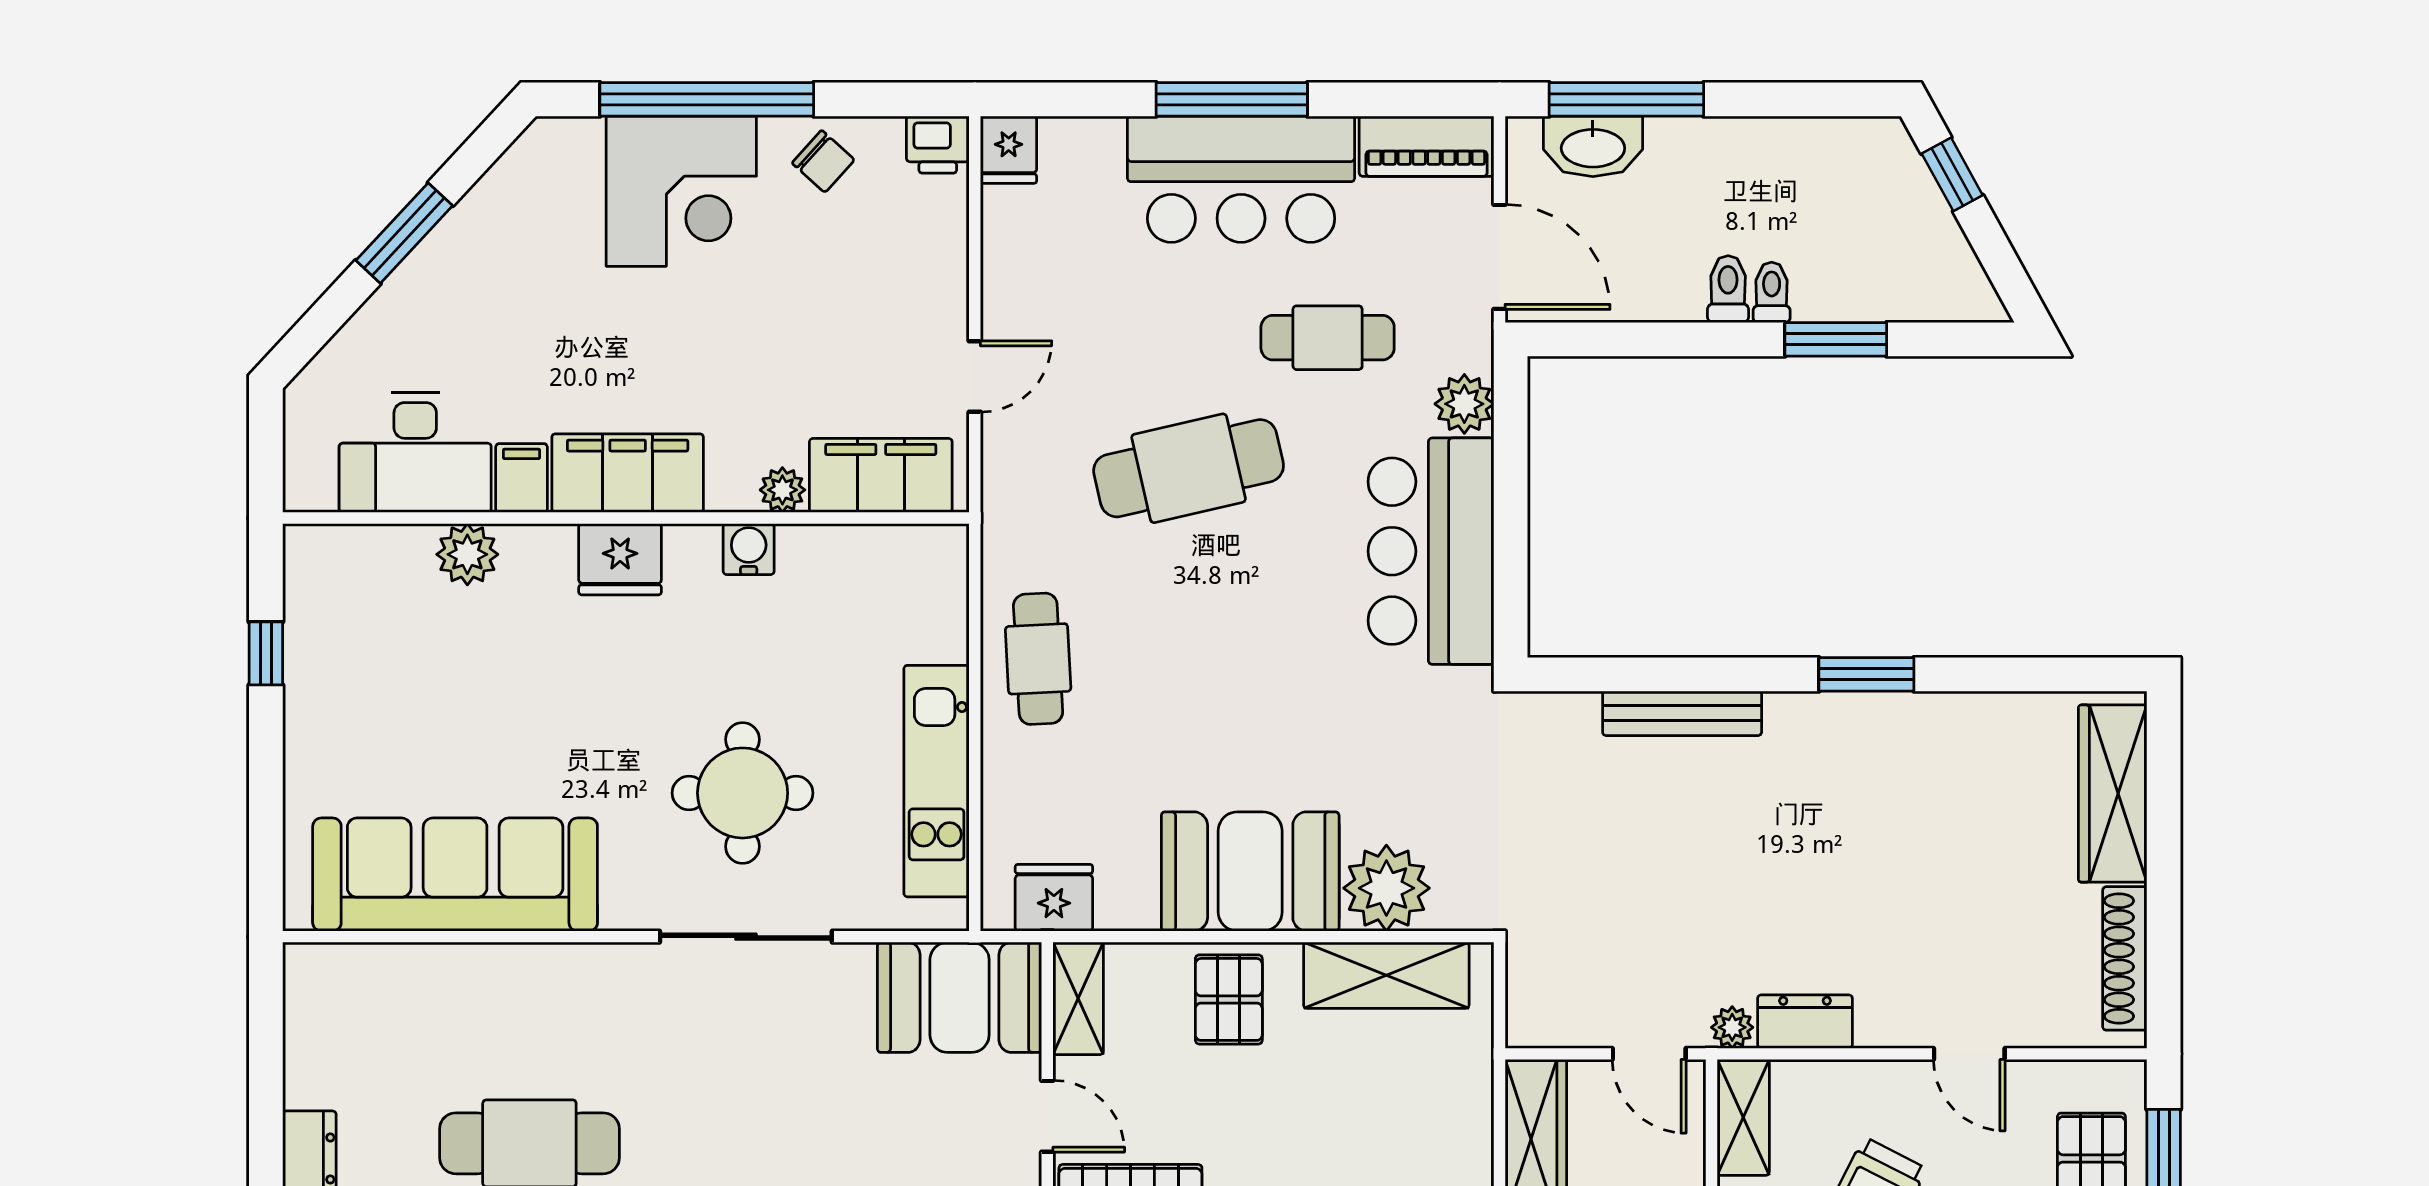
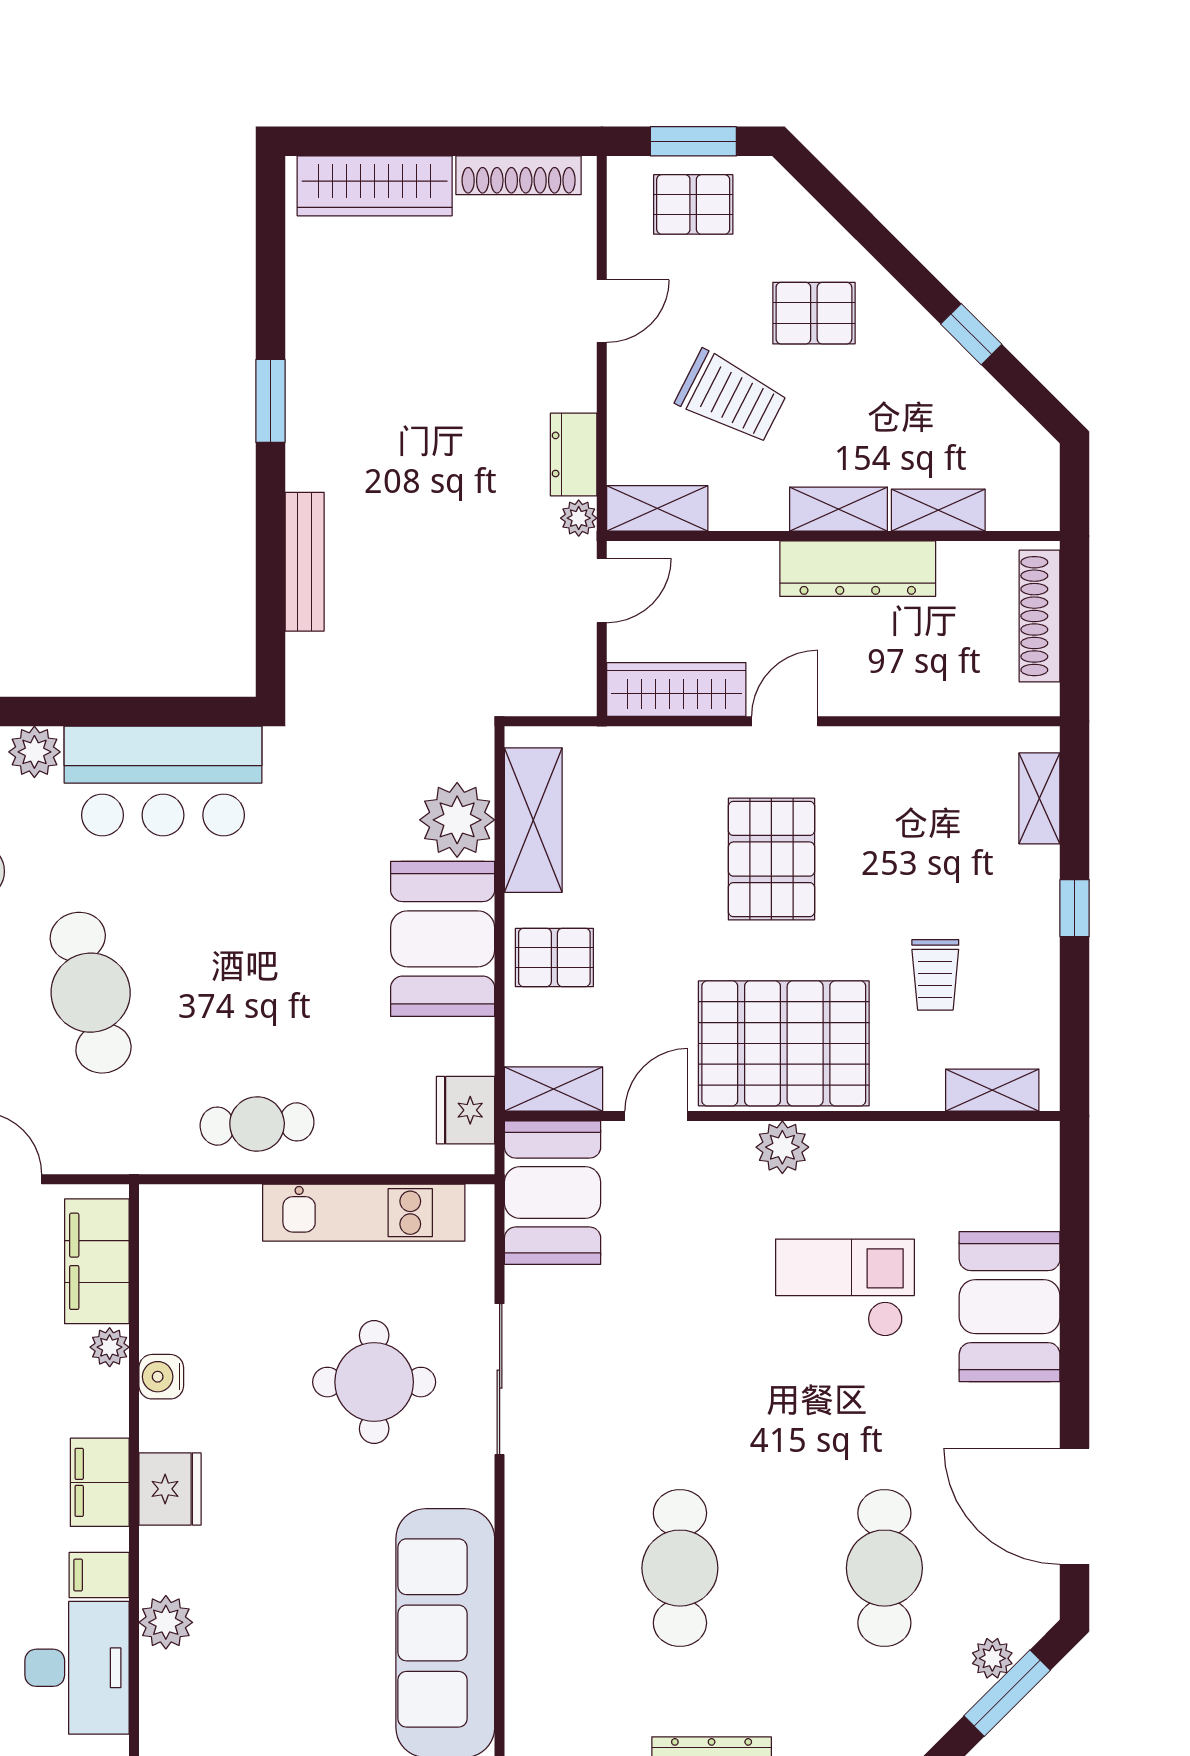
filing cabinet: (628, 473) -> (100, 1482), width x0.67, depth x0.86

